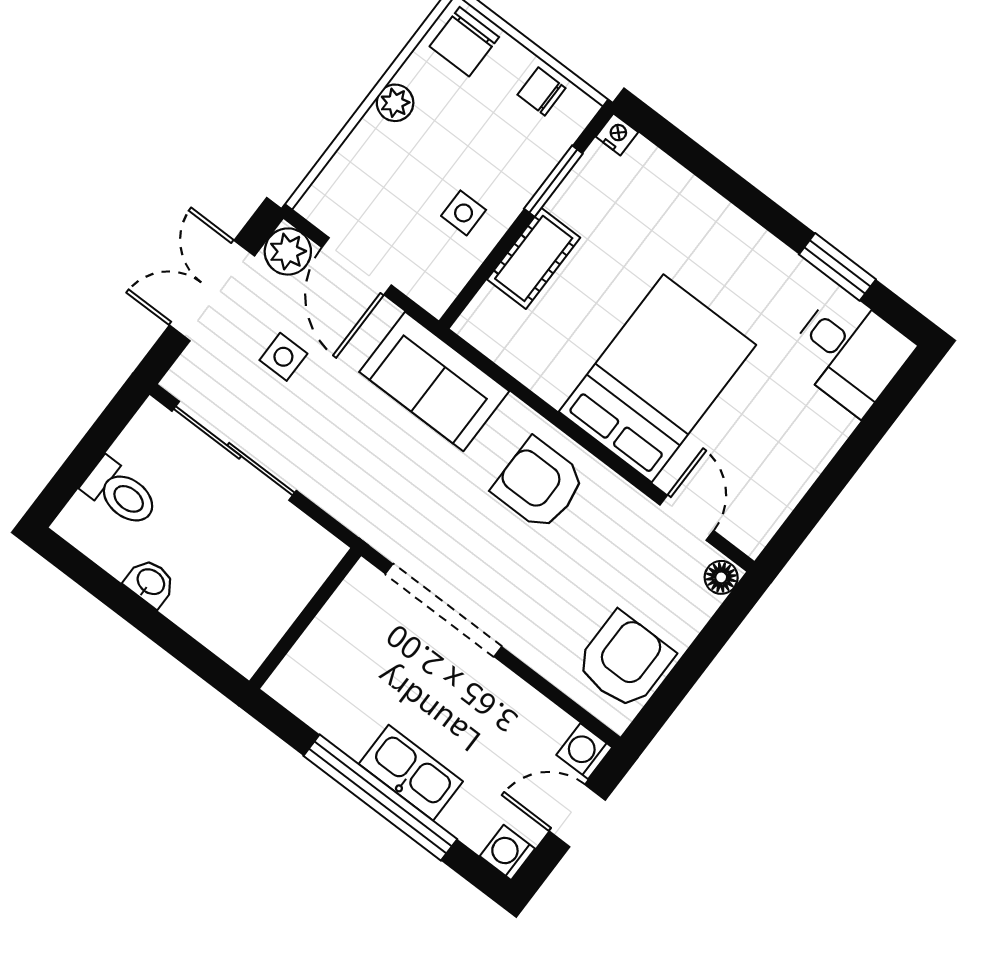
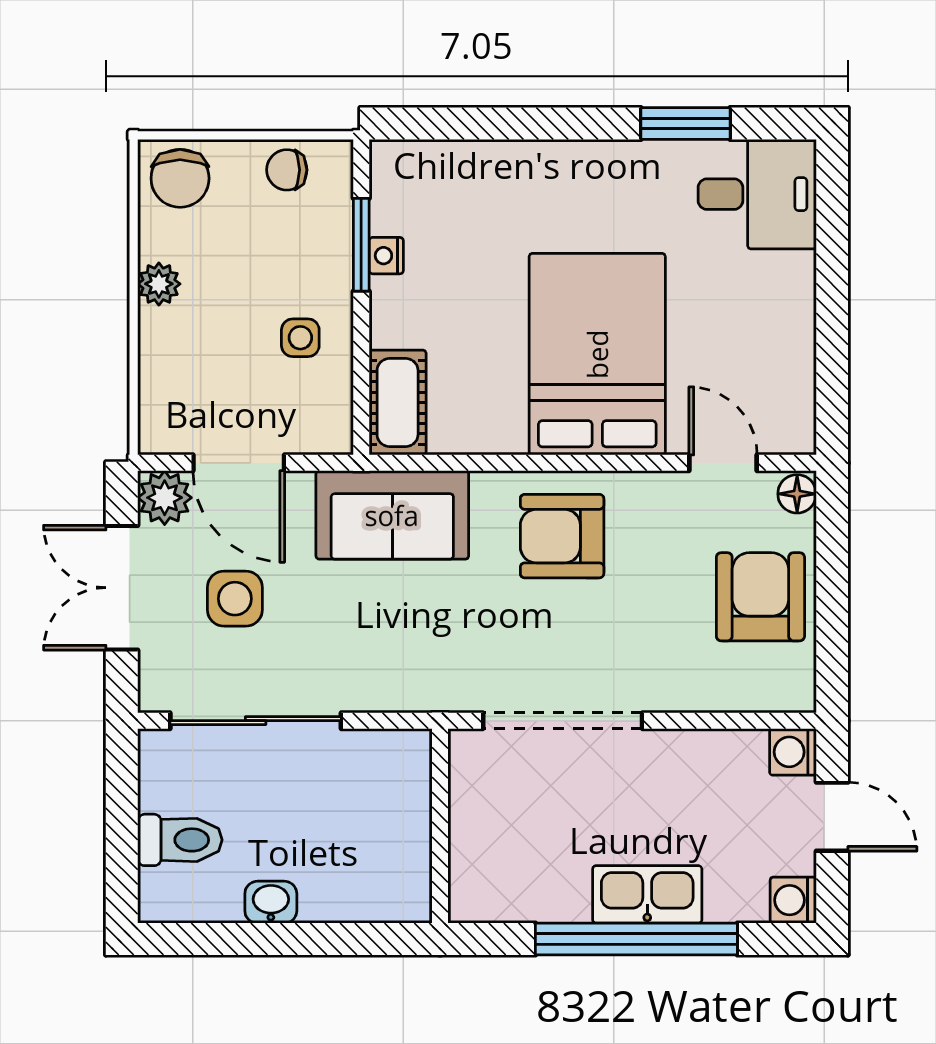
nightstand: (617, 134) -> (386, 256), moved, turned -90
cot: (534, 258) -> (398, 403), moved
side table: (283, 357) -> (235, 599), width x1.37, depth x1.37
armchair: (625, 661) -> (760, 597), moved
door: (577, 816) -> (832, 817), swing flipped

